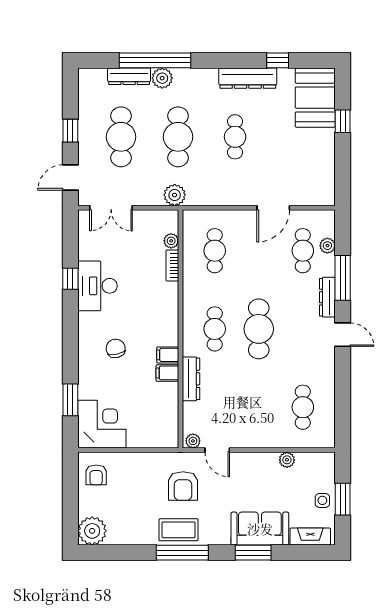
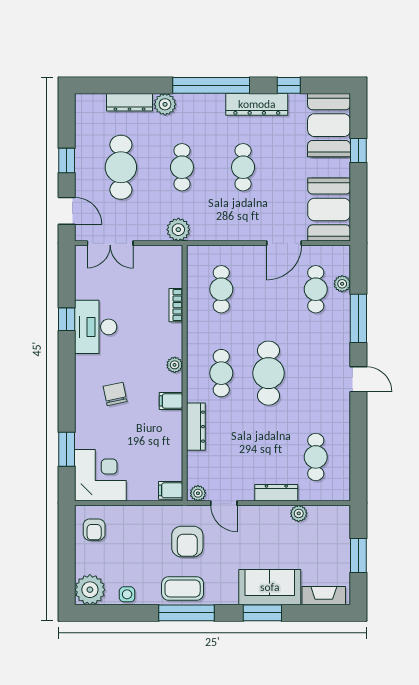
window: (155, 60) -> (211, 85), moved
cafe table: (178, 137) -> (182, 167), width x0.73, depth x0.74
booth: (315, 176) -> (329, 209), added
door: (70, 177) -> (67, 211), swing flipped
plant: (171, 241) -> (175, 365), moved
dresser: (327, 297) -> (276, 493), moved, turned 90
filing cabinet: (167, 373) -> (171, 490), moved
side table: (322, 500) -> (127, 594), moved

